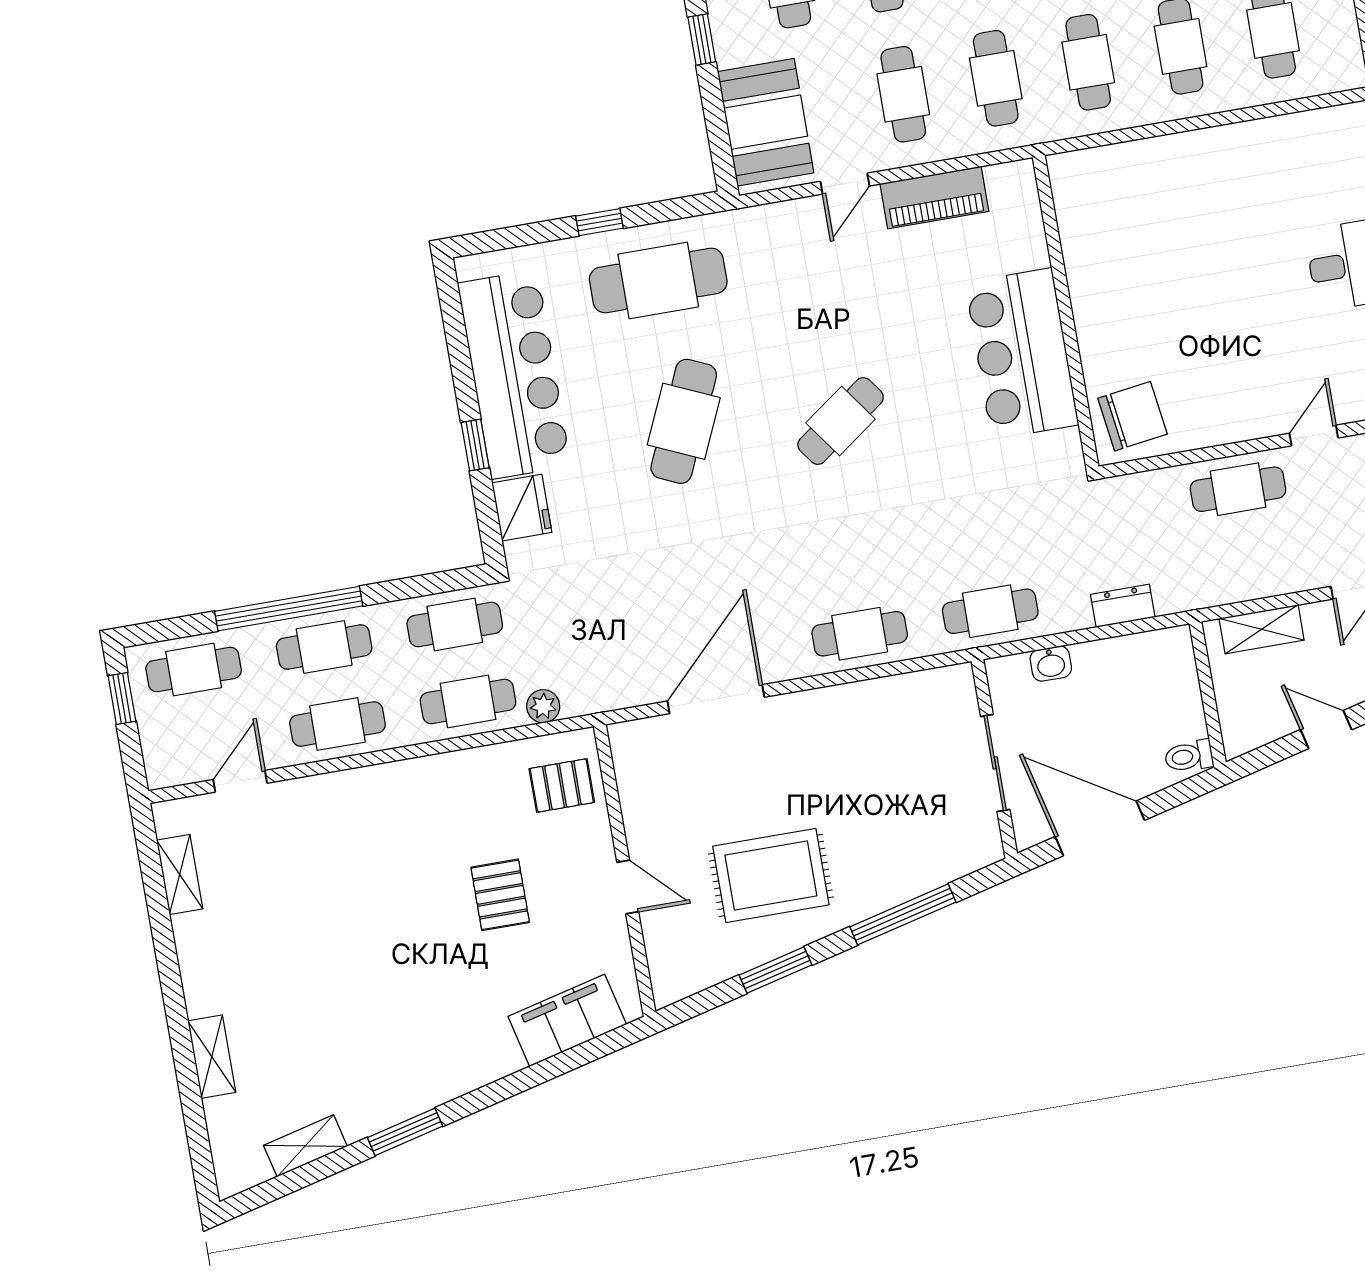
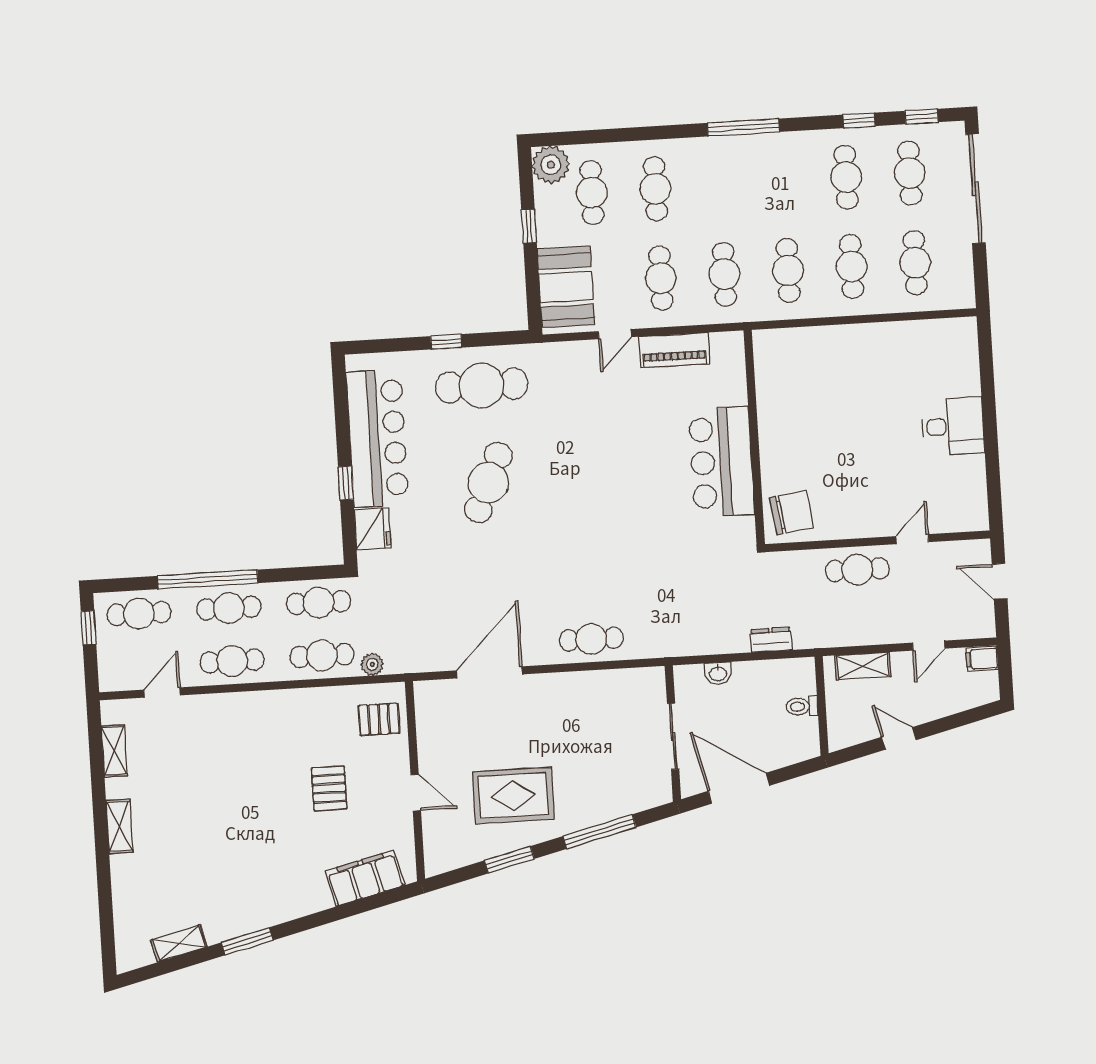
cafe table: (841, 421) -> (594, 494), removed
cafe table: (990, 611) -> (681, 634), removed
toilet: (1189, 756) -> (802, 706), moved
shelving: (212, 1057) -> (119, 826), moved

